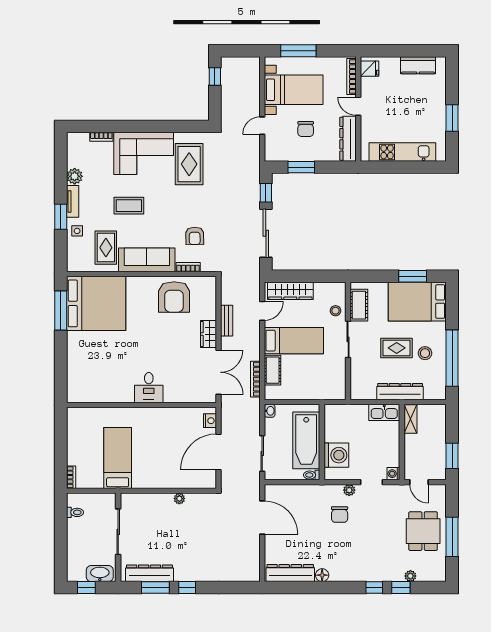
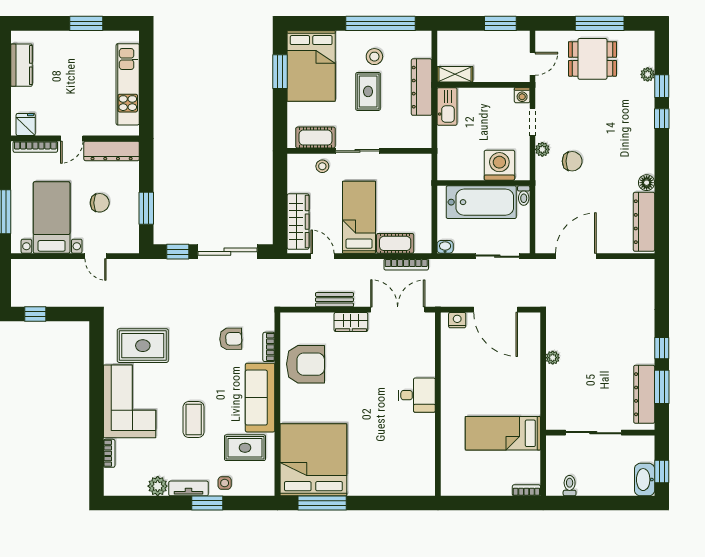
washbasin: (100, 574) -> (645, 480), moved

